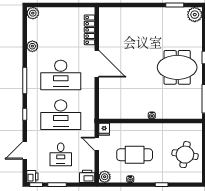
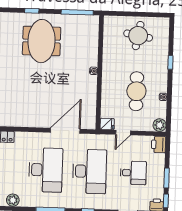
door: (97, 64) -> (65, 131), moved

